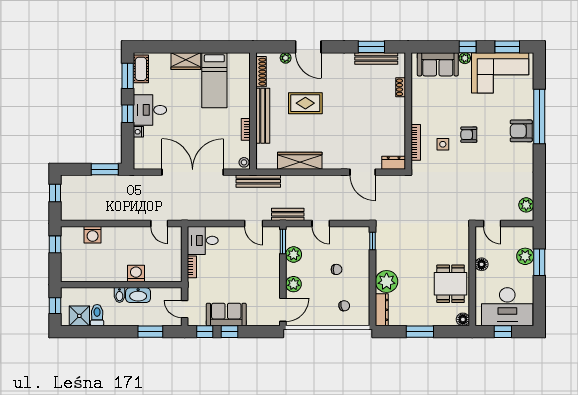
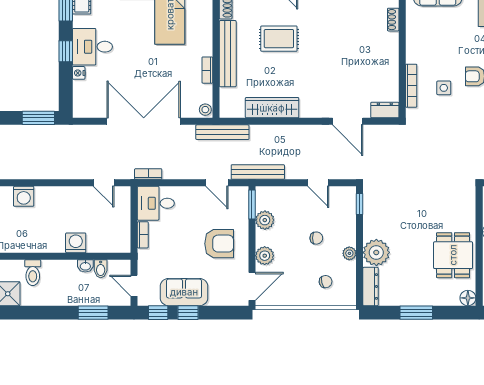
bench: (288, 214) -> (258, 172), width x1.36
bookcase: (196, 216) -> (148, 174), added
door: (321, 223) -> (318, 183), moved
armchair: (256, 274) -> (219, 244), added
plant: (364, 282) -> (349, 253), added
bidet: (119, 295) -> (101, 269), moved
washbasin: (138, 295) -> (85, 266), width x0.52, depth x0.69
toilet: (97, 315) -> (33, 273), moved, turned 180

